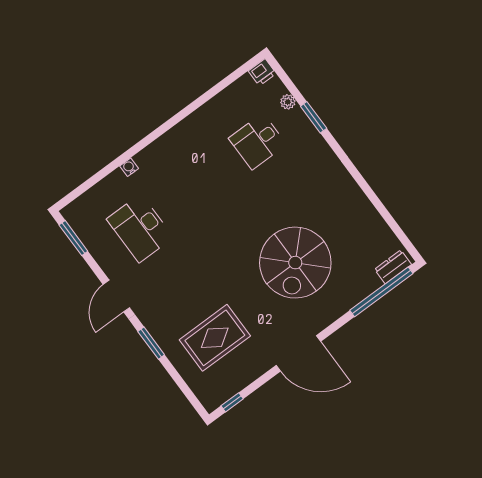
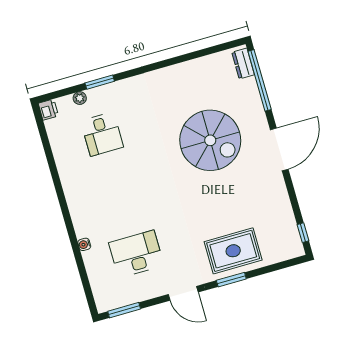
desk: (140, 228) -> (136, 254), turned 180
rug: (215, 338) -> (233, 251), moved, turned 90
door: (298, 353) -> (279, 149), moved

